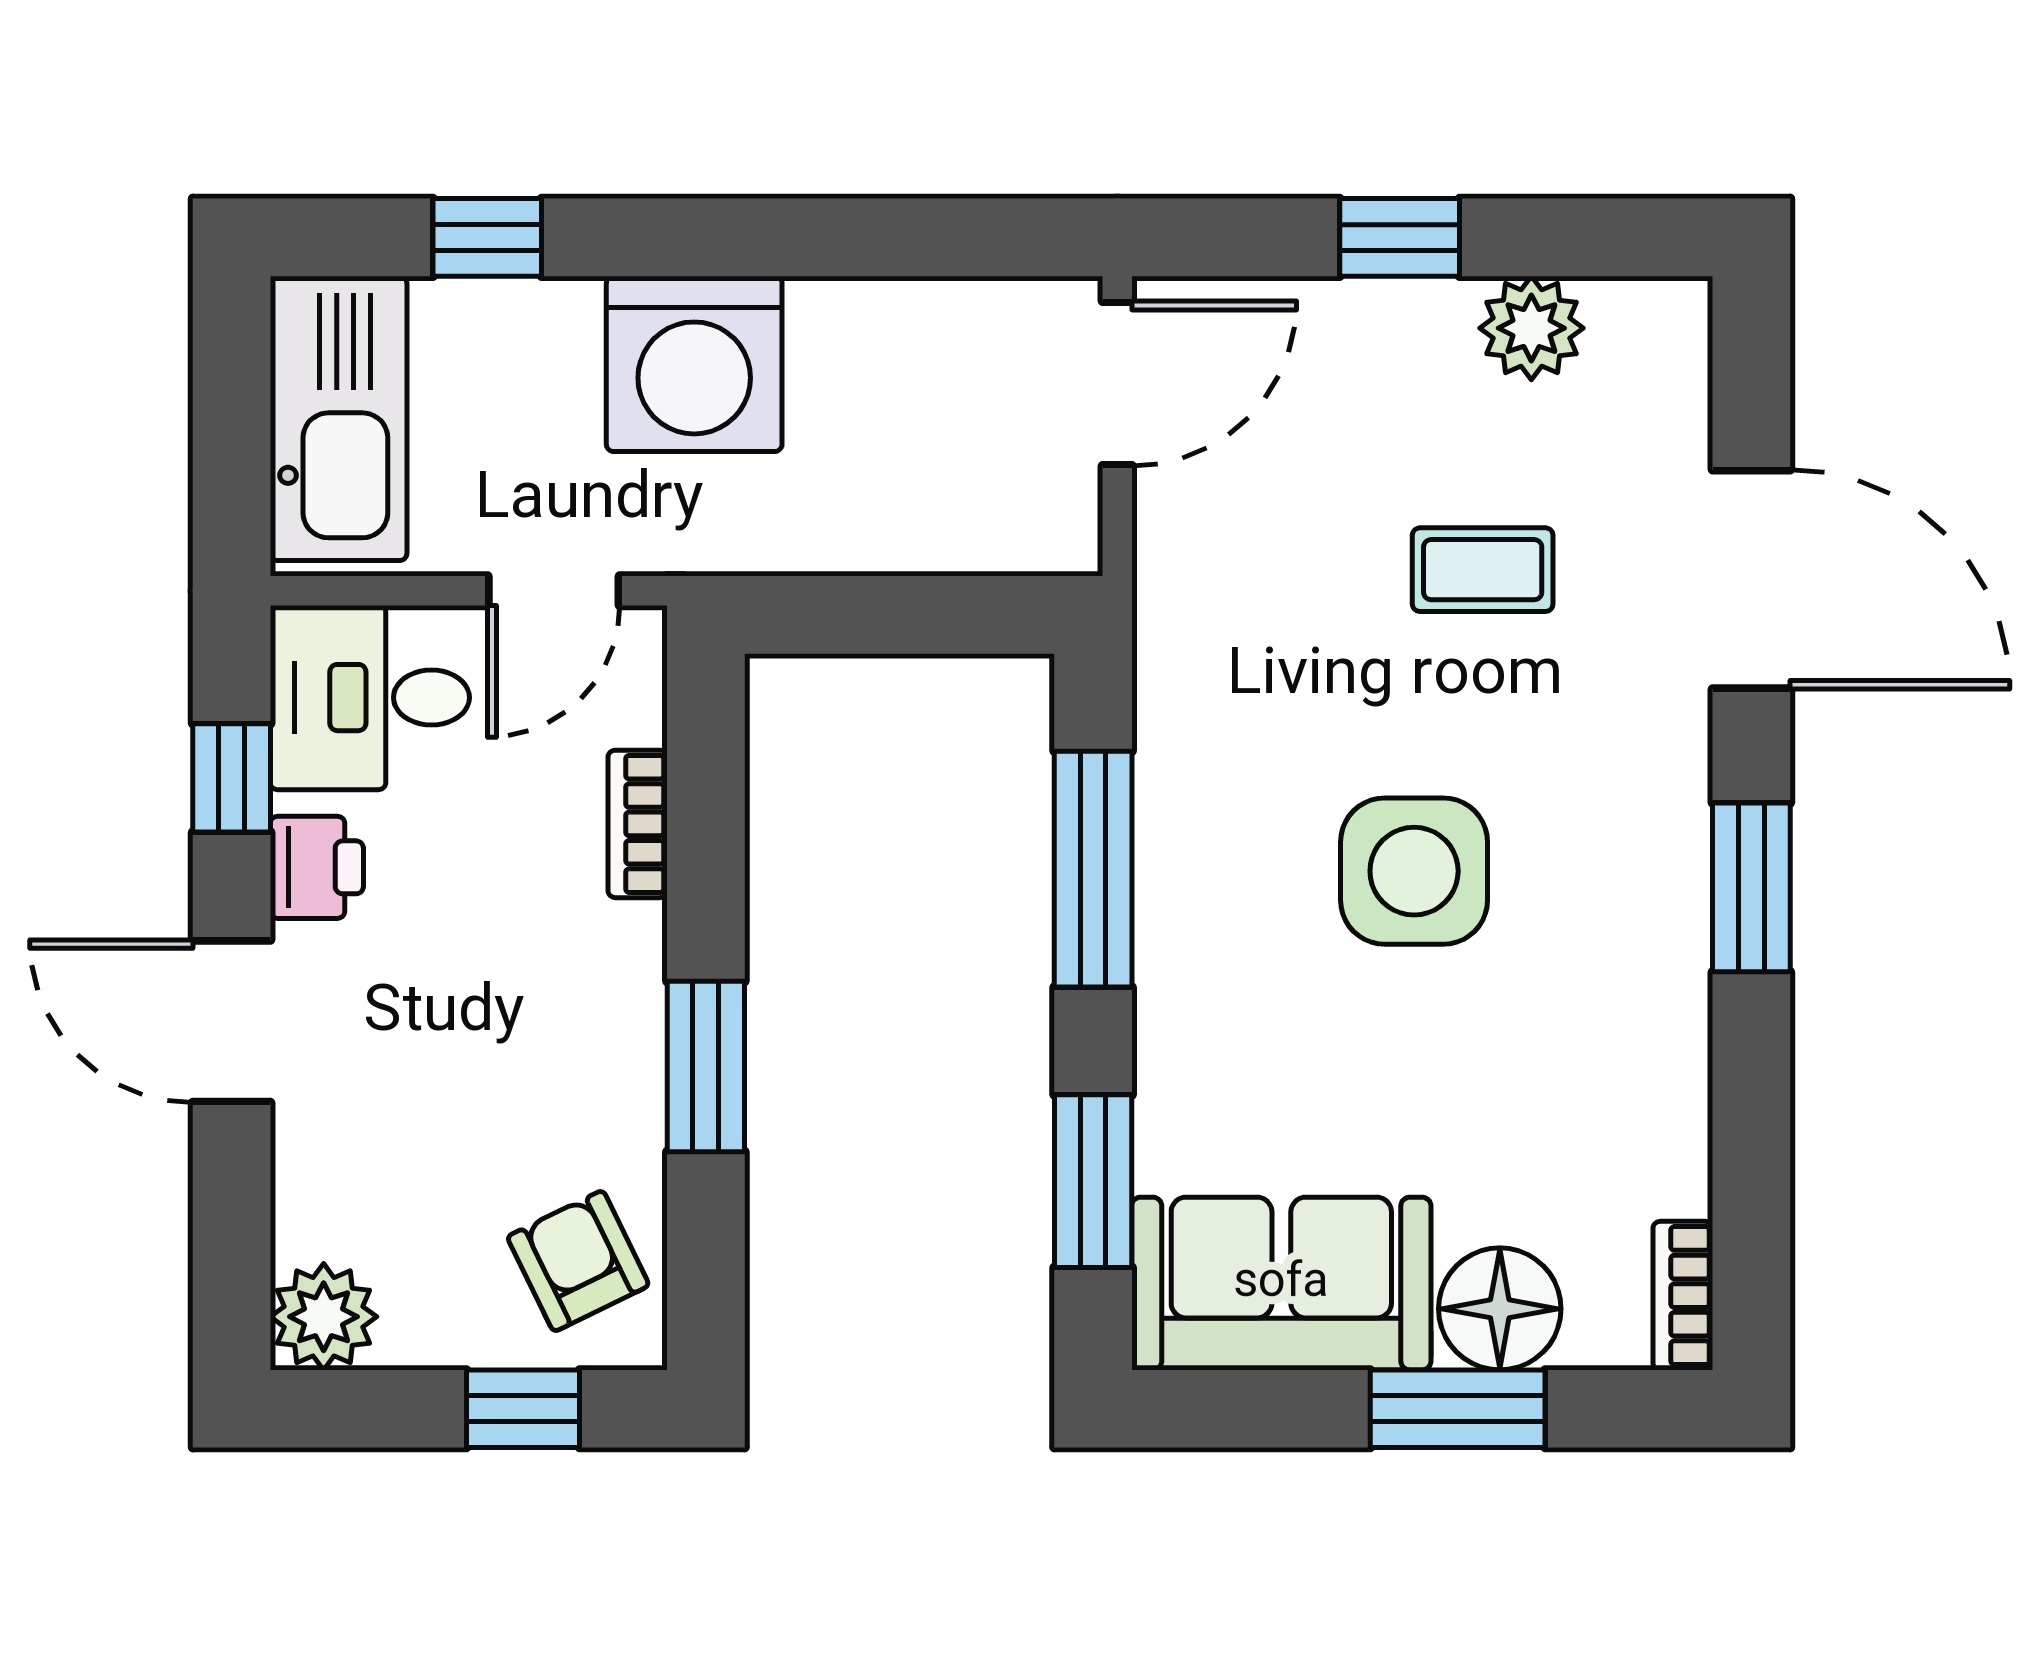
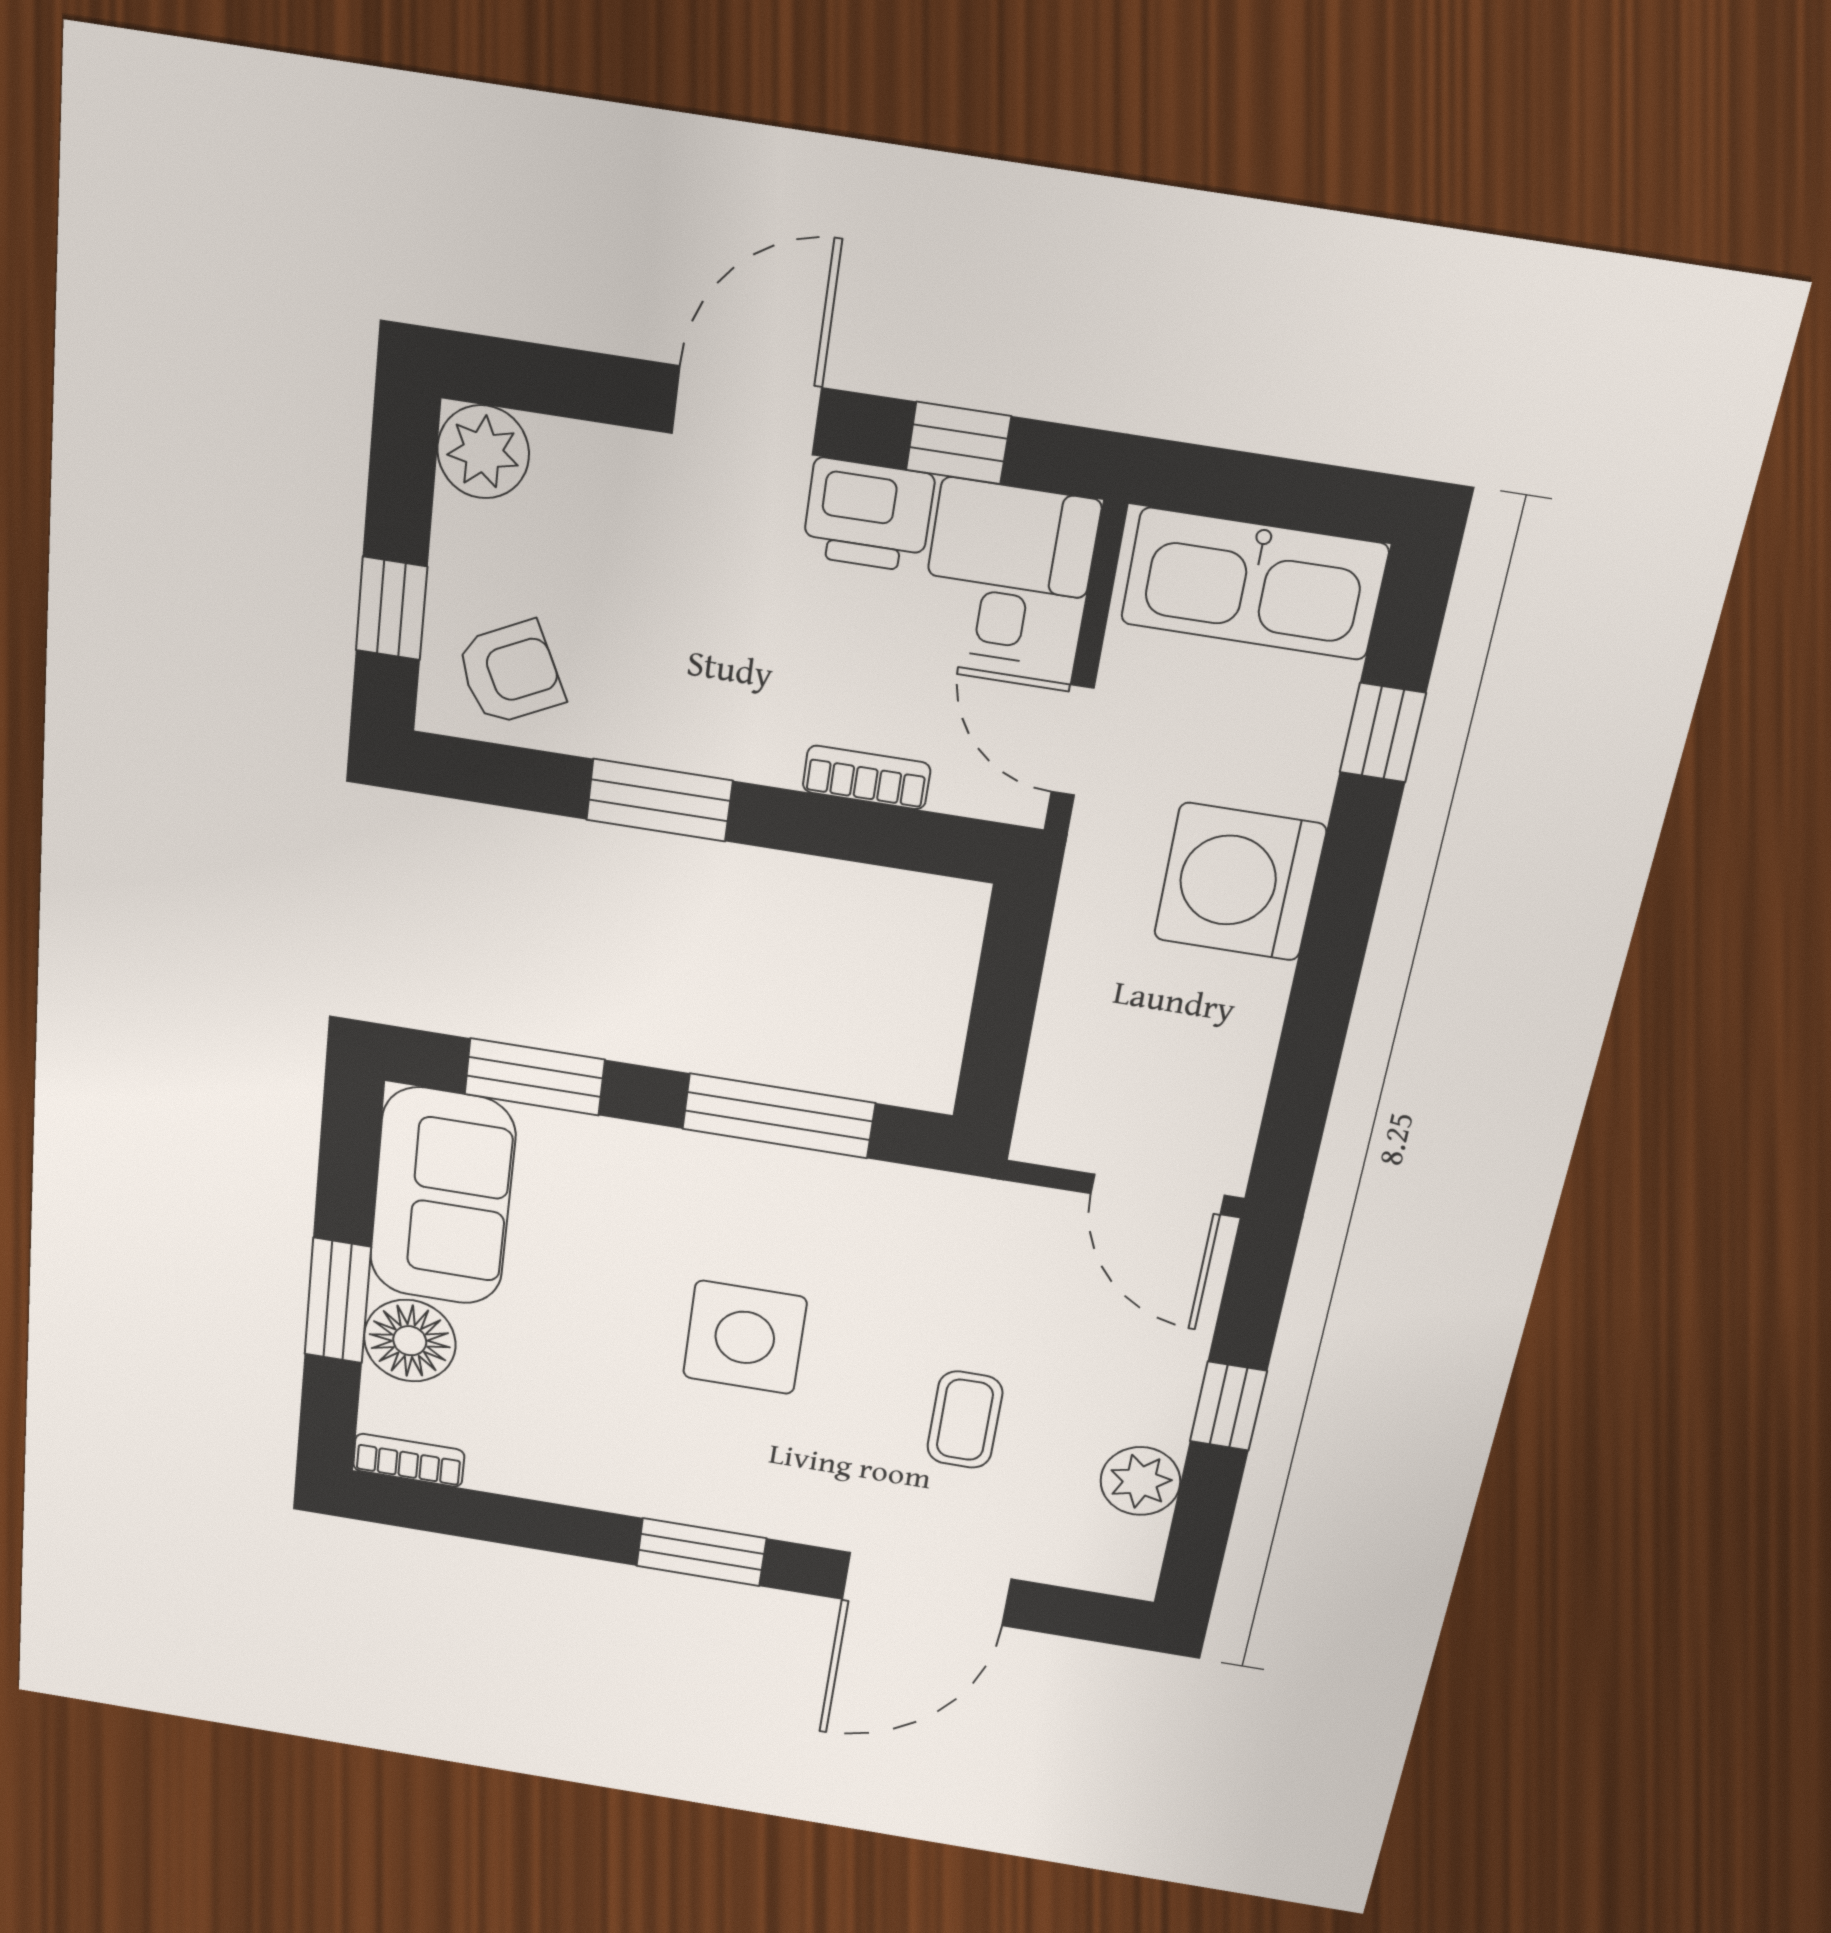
printer: (317, 867) -> (868, 515), width x1.36, depth x1.24

